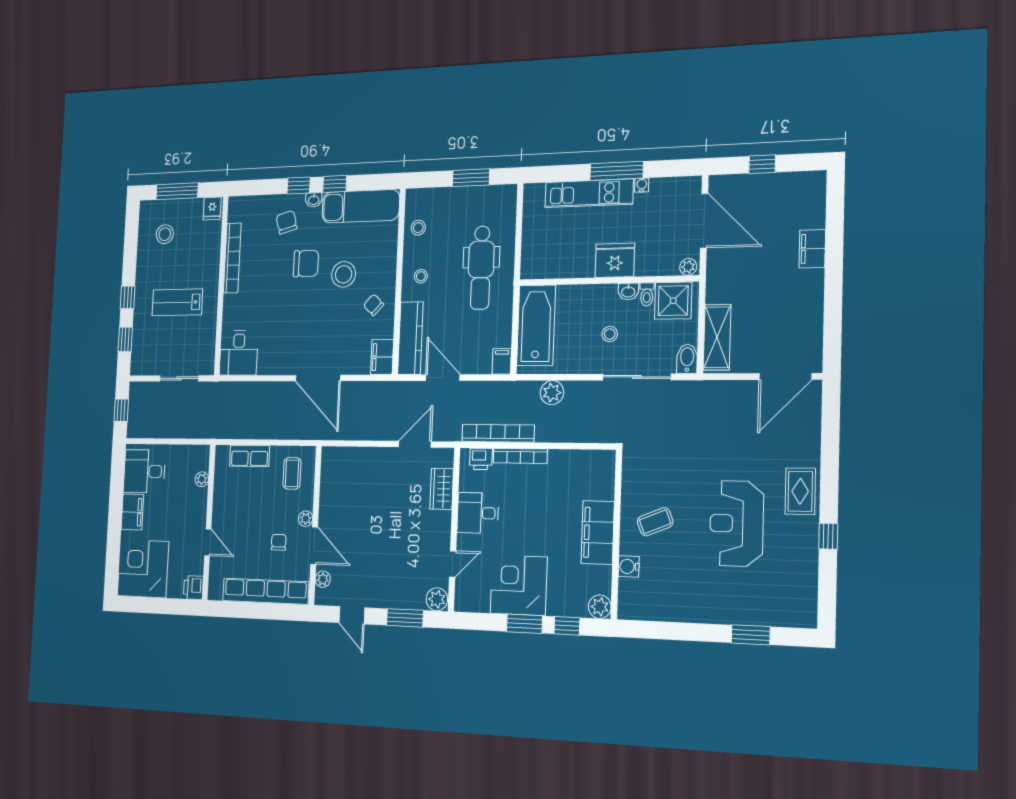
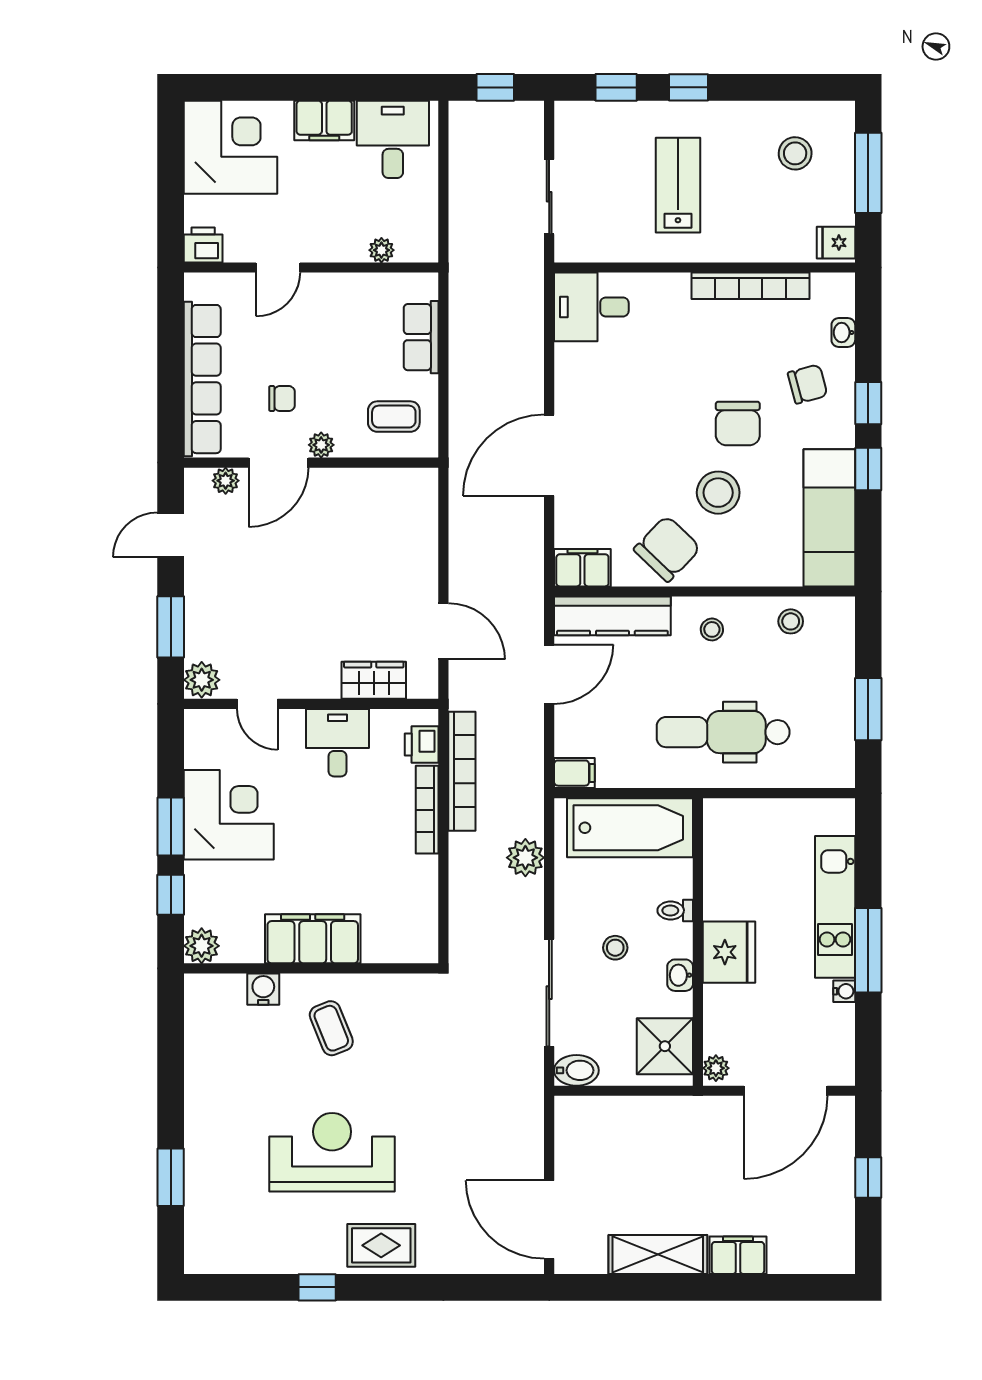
washbasin: (314, 200) -> (843, 333), moved
toilet: (647, 294) -> (675, 910), moved
chair: (374, 305) -> (667, 549), width x1.87, depth x1.87
shelving: (717, 337) -> (658, 1255), moved

